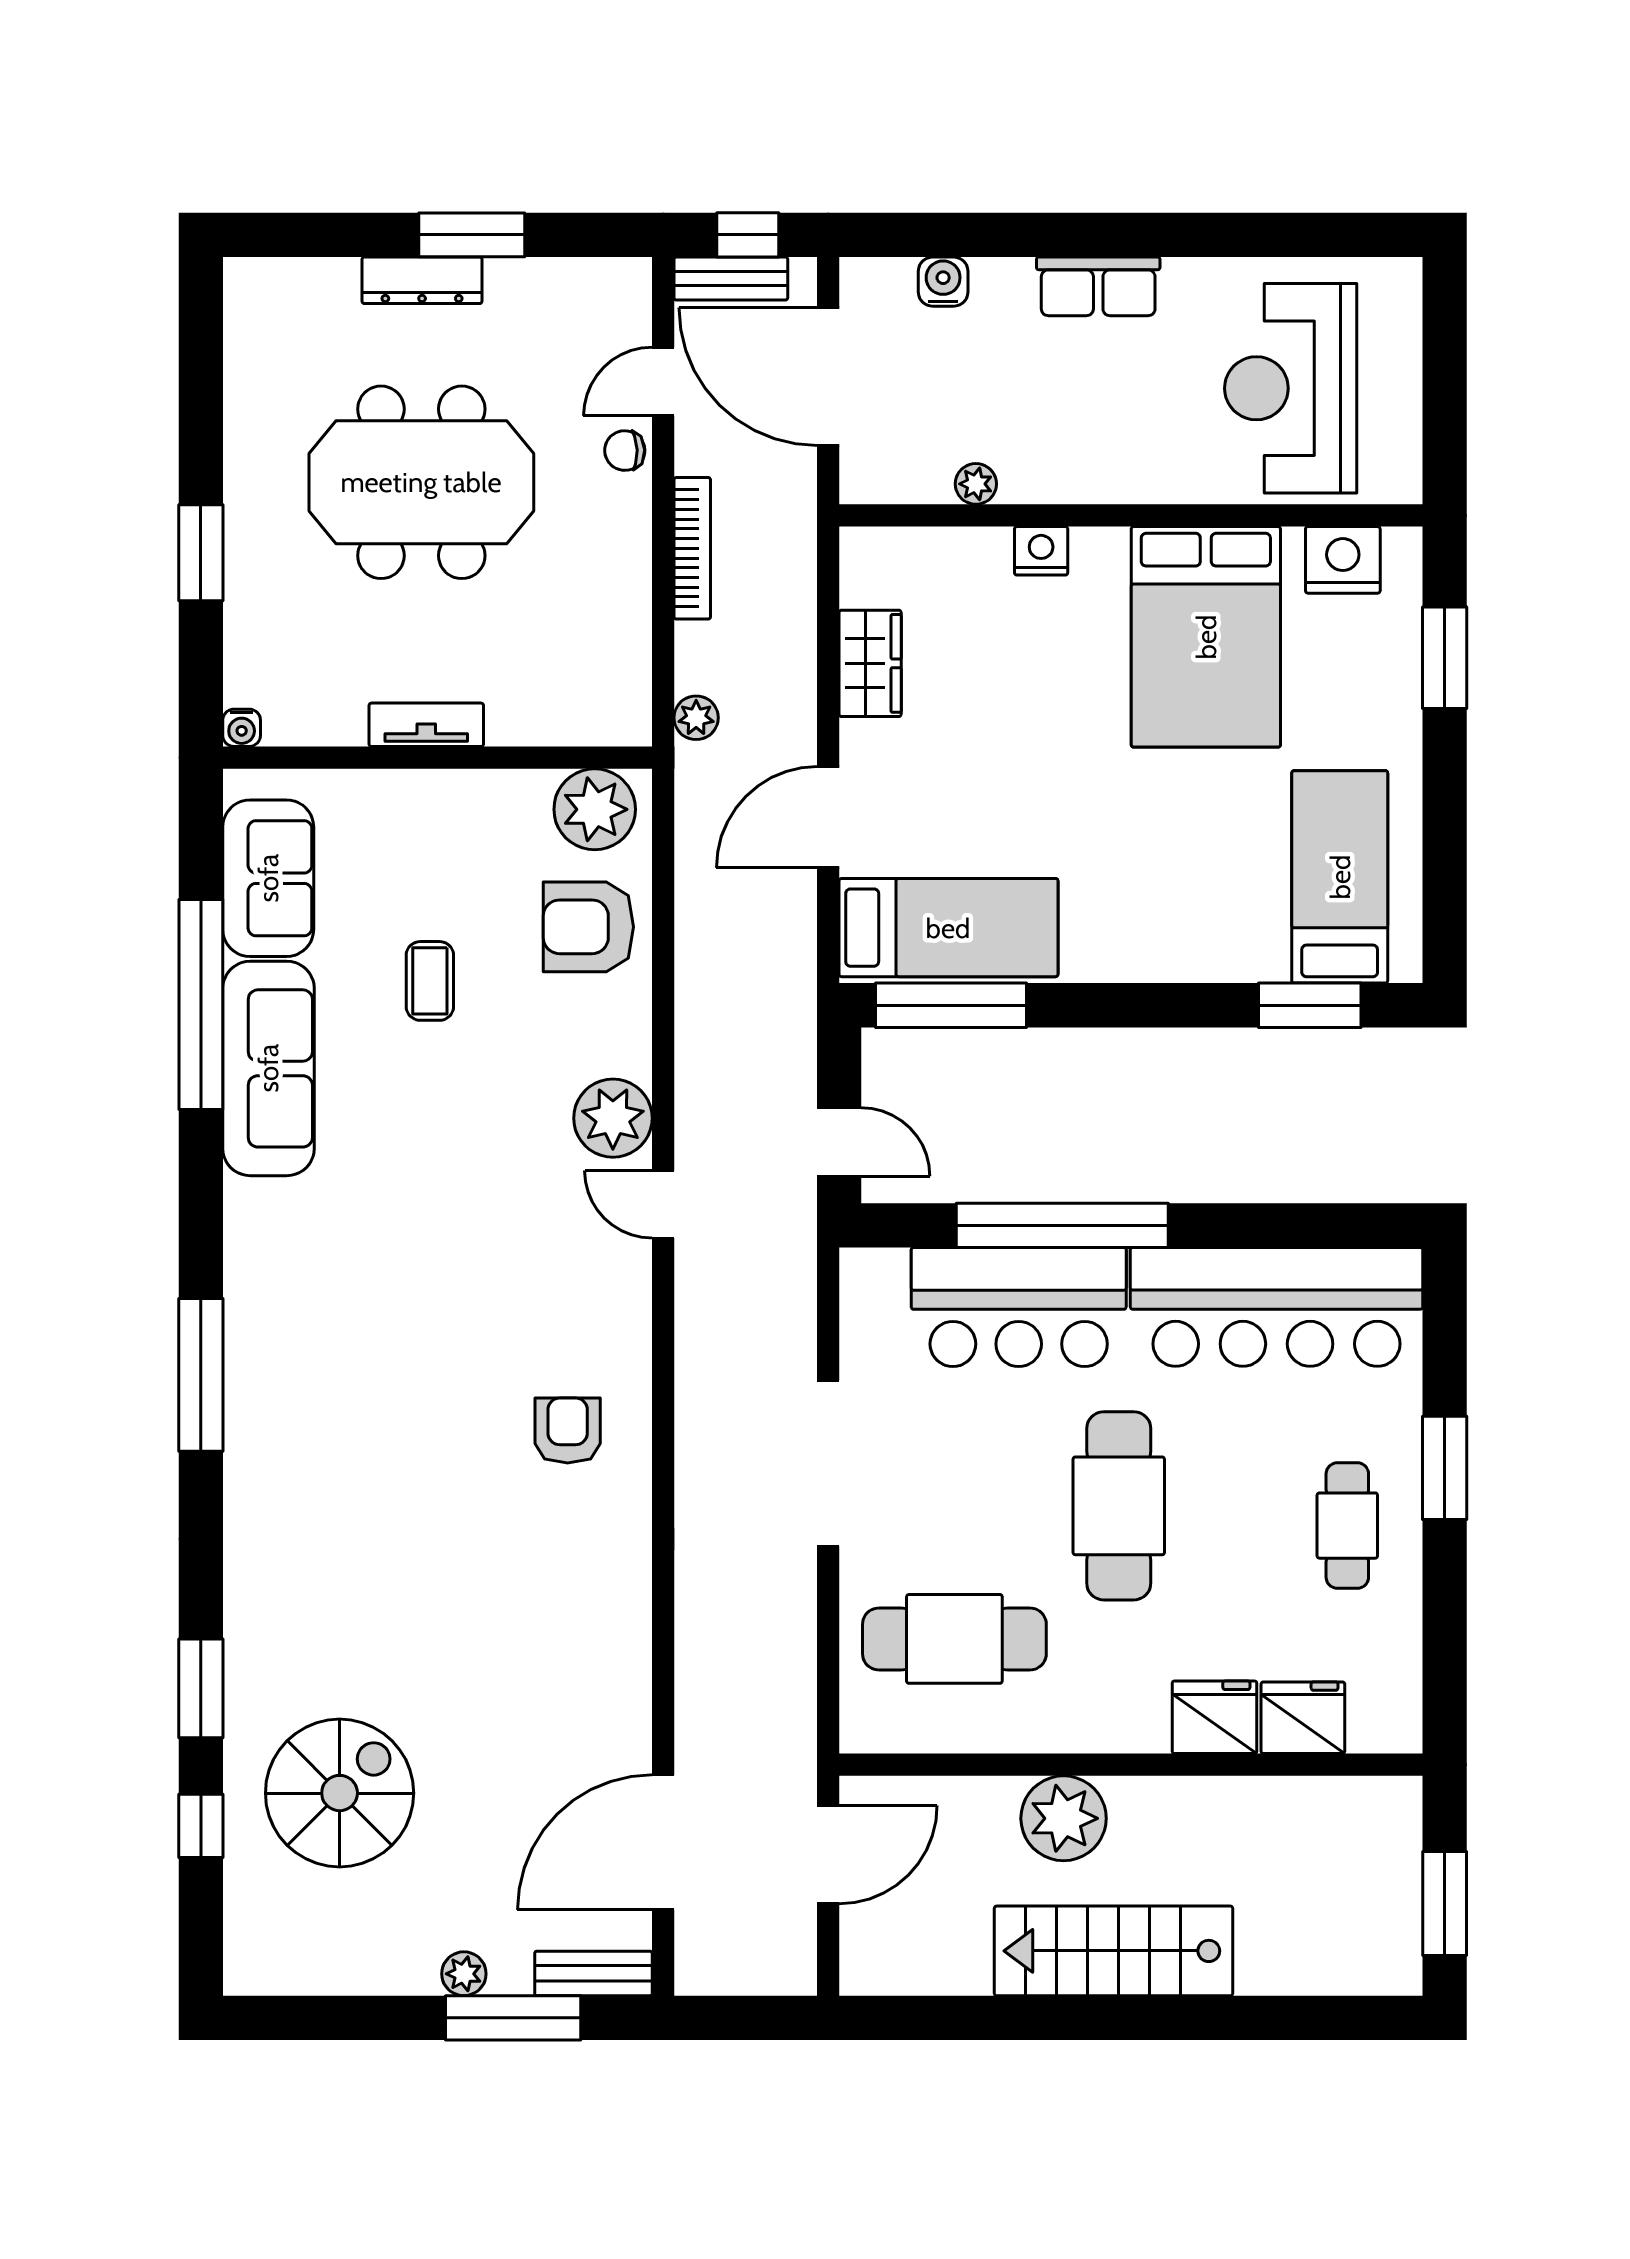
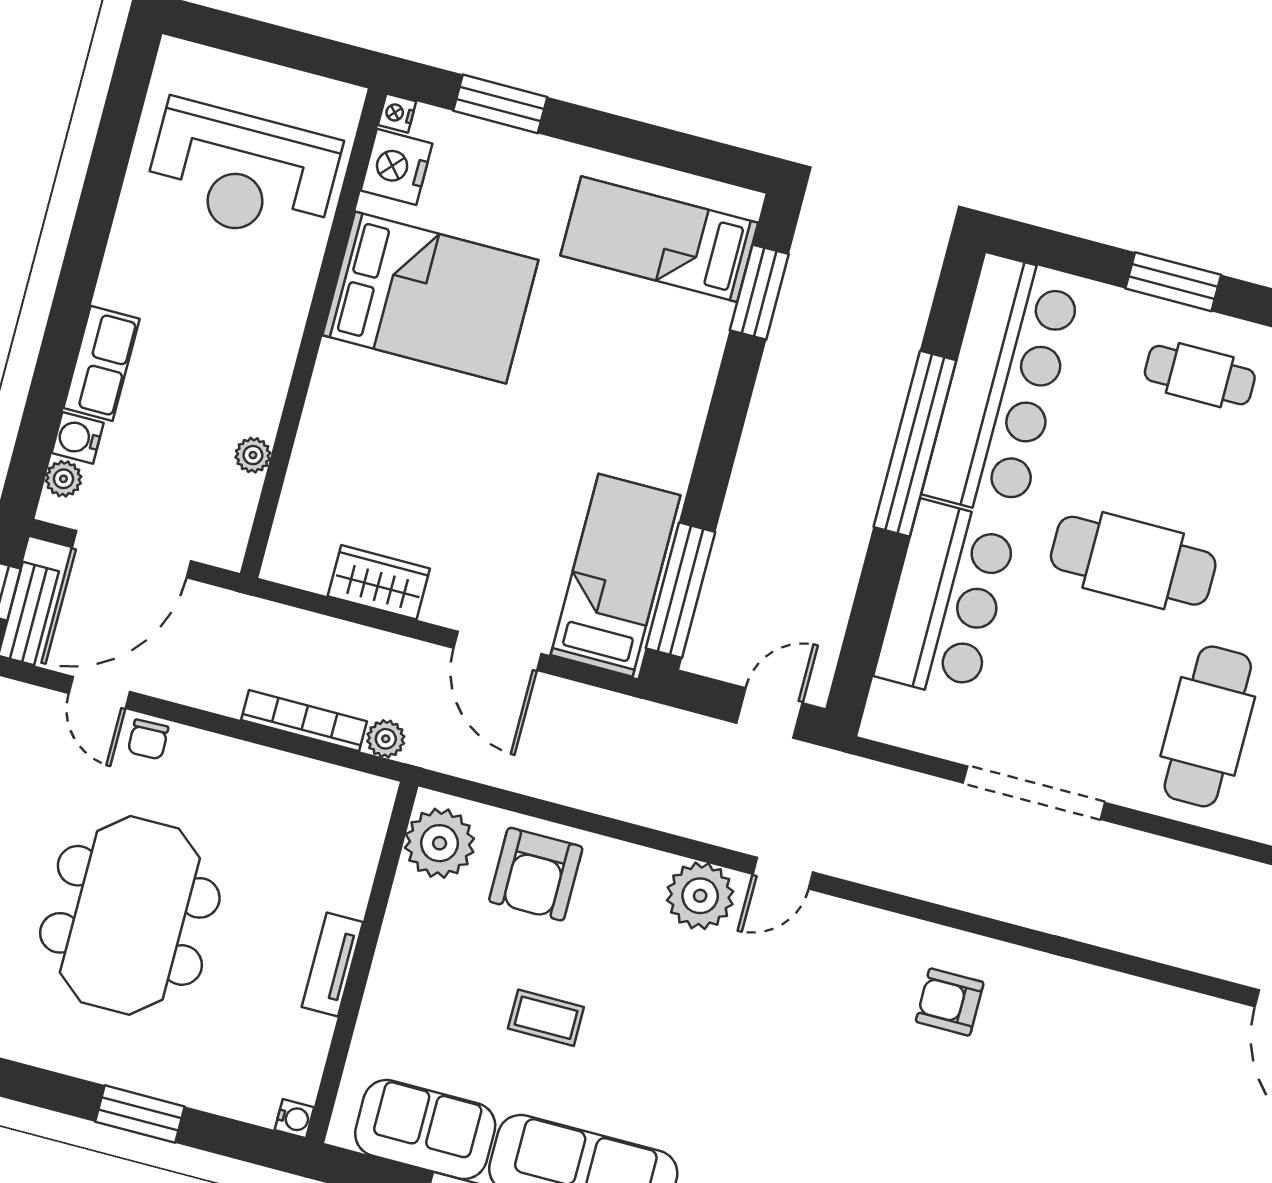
plant: (893, 278) -> (64, 479), added
row of seats: (1098, 286) -> (102, 363), moved
bookcase: (692, 548) -> (304, 721), moved
nightstand: (1041, 551) -> (397, 113), moved, width x0.72, depth x0.74
window: (1062, 1225) -> (915, 444), moved

